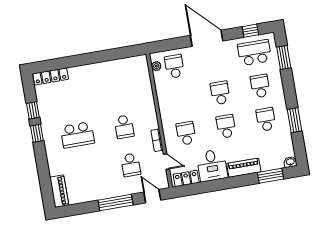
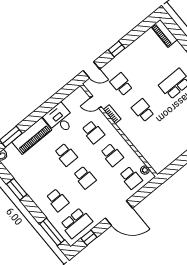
window: (284, 57) -> (52, 232), width x1.44
school desk: (266, 119) -> (112, 155), moved
piano: (244, 168) -> (32, 136), width x1.37, depth x1.33
locker: (186, 178) -> (74, 98), removed
window: (115, 203) -> (117, 49), width x0.46

